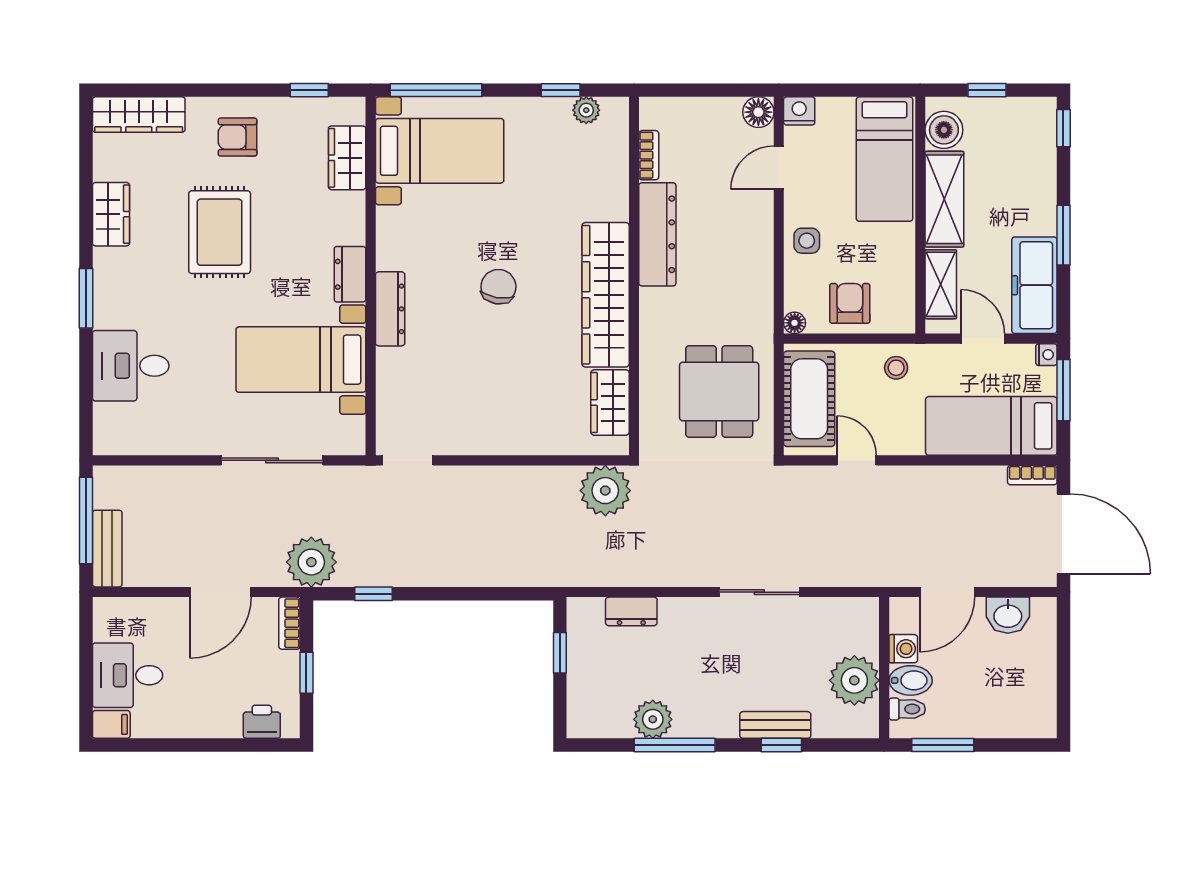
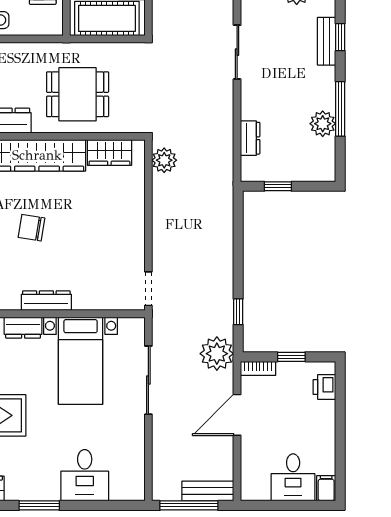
floor lamp: (795, 323) -> (56, 28), removed
dining table: (719, 392) -> (78, 94), moved
plant: (605, 491) -> (164, 160), width x0.73, depth x0.73
door: (220, 592) -> (237, 415), swing flipped

